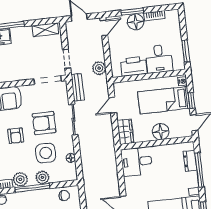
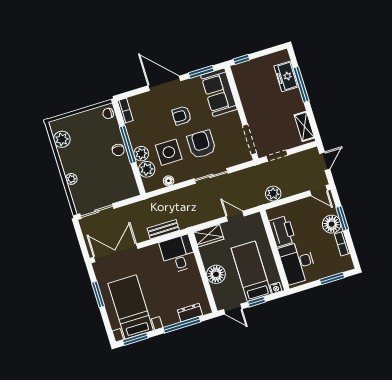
window: (186, 51) -> (332, 279), moved
desk: (159, 59) -> (297, 263), width x1.37
bench: (78, 87) -> (163, 229), moved
plant: (20, 179) -> (147, 169), moved
chair: (64, 196) -> (118, 150), moved

